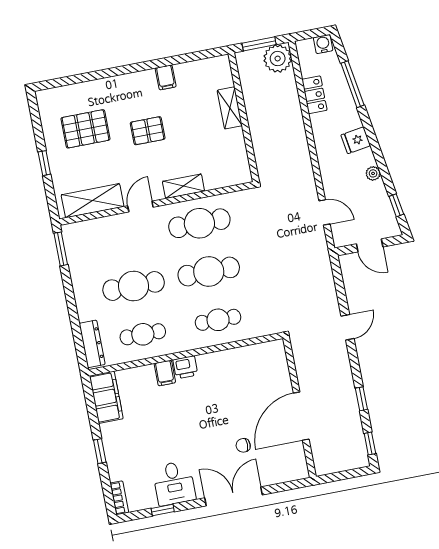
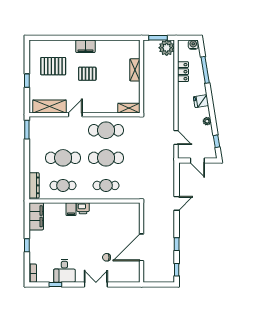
filing cabinet: (166, 77) -> (85, 46), moved, width x2.00
shelving: (183, 186) -> (129, 108), moved
double door: (234, 496) -> (96, 284), width x0.73

